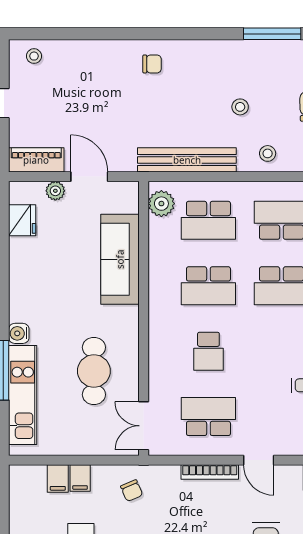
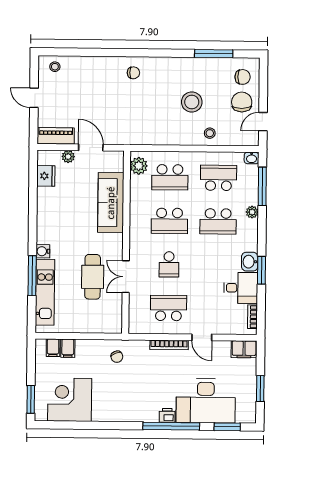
stool: (240, 107) -> (192, 102), width x1.89, depth x1.89
bench: (187, 160) -> (156, 137), removed
double door: (144, 426) -> (126, 277), moved
filing cabinet: (80, 478) -> (53, 348), moved

